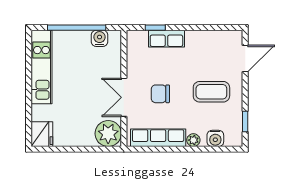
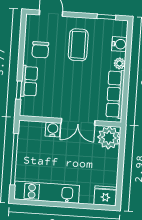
water cooler: (100, 38) -> (53, 130), moved, turned 90
chair: (160, 94) -> (40, 50), moved

